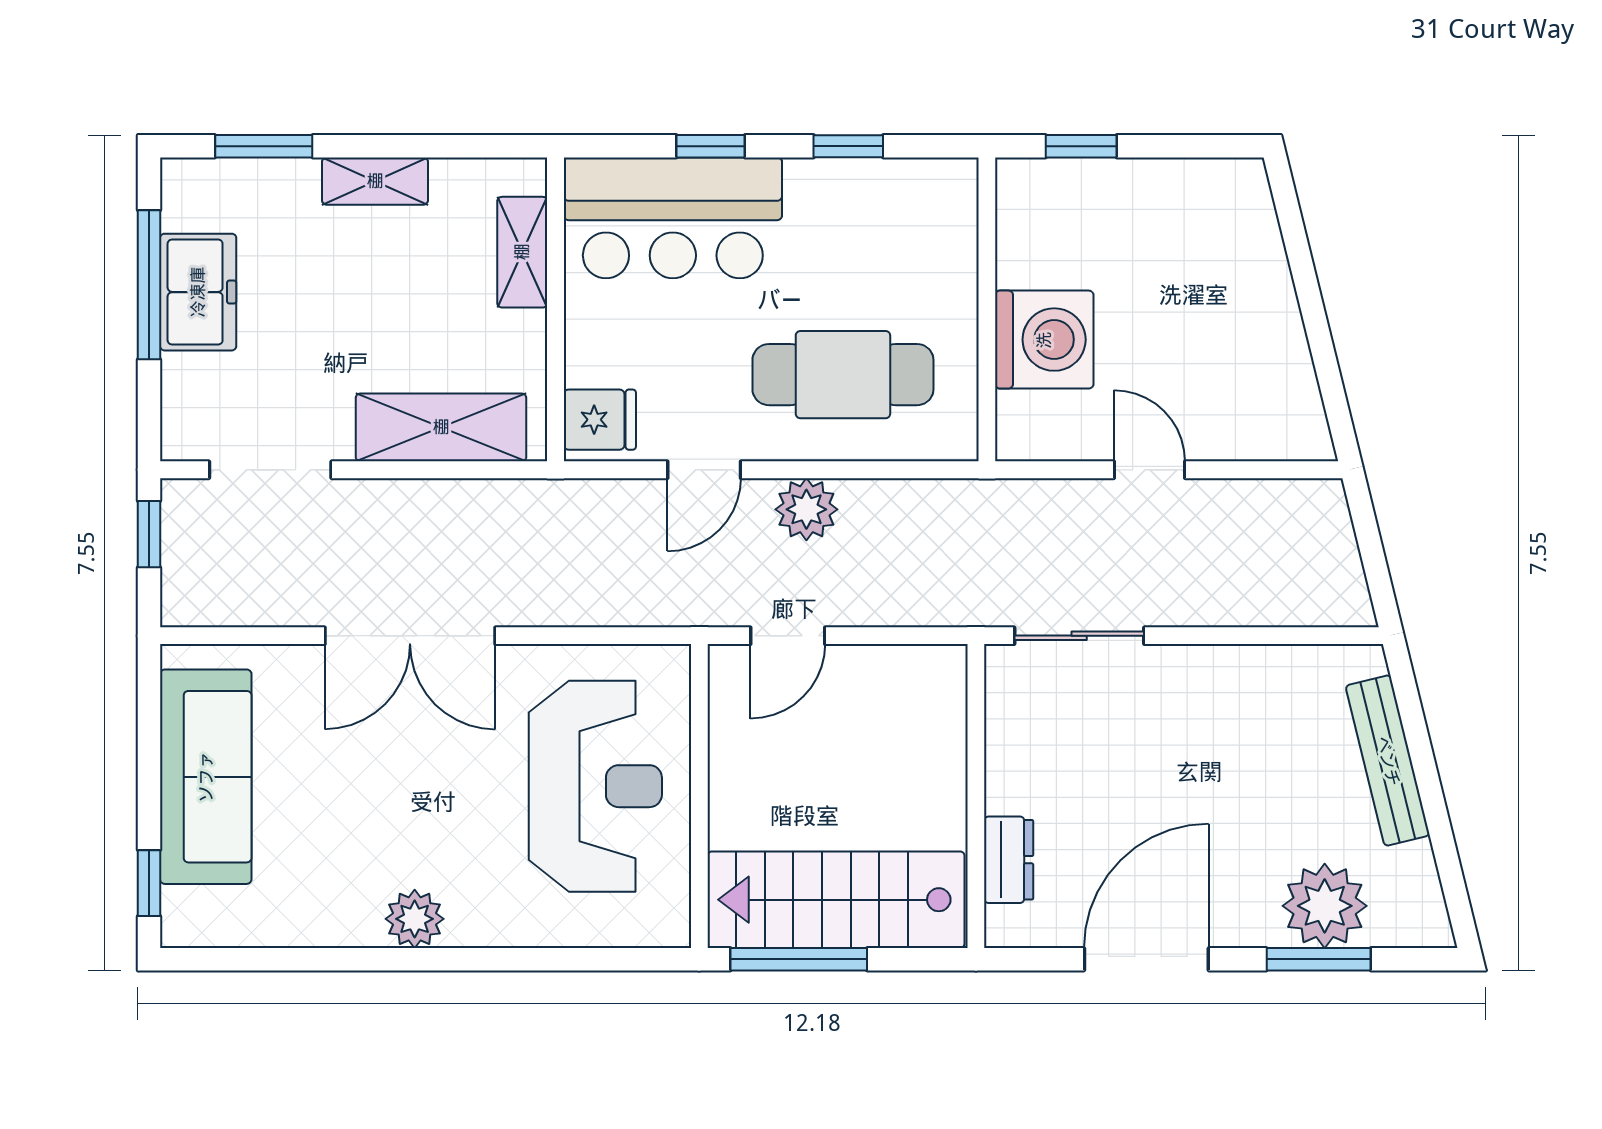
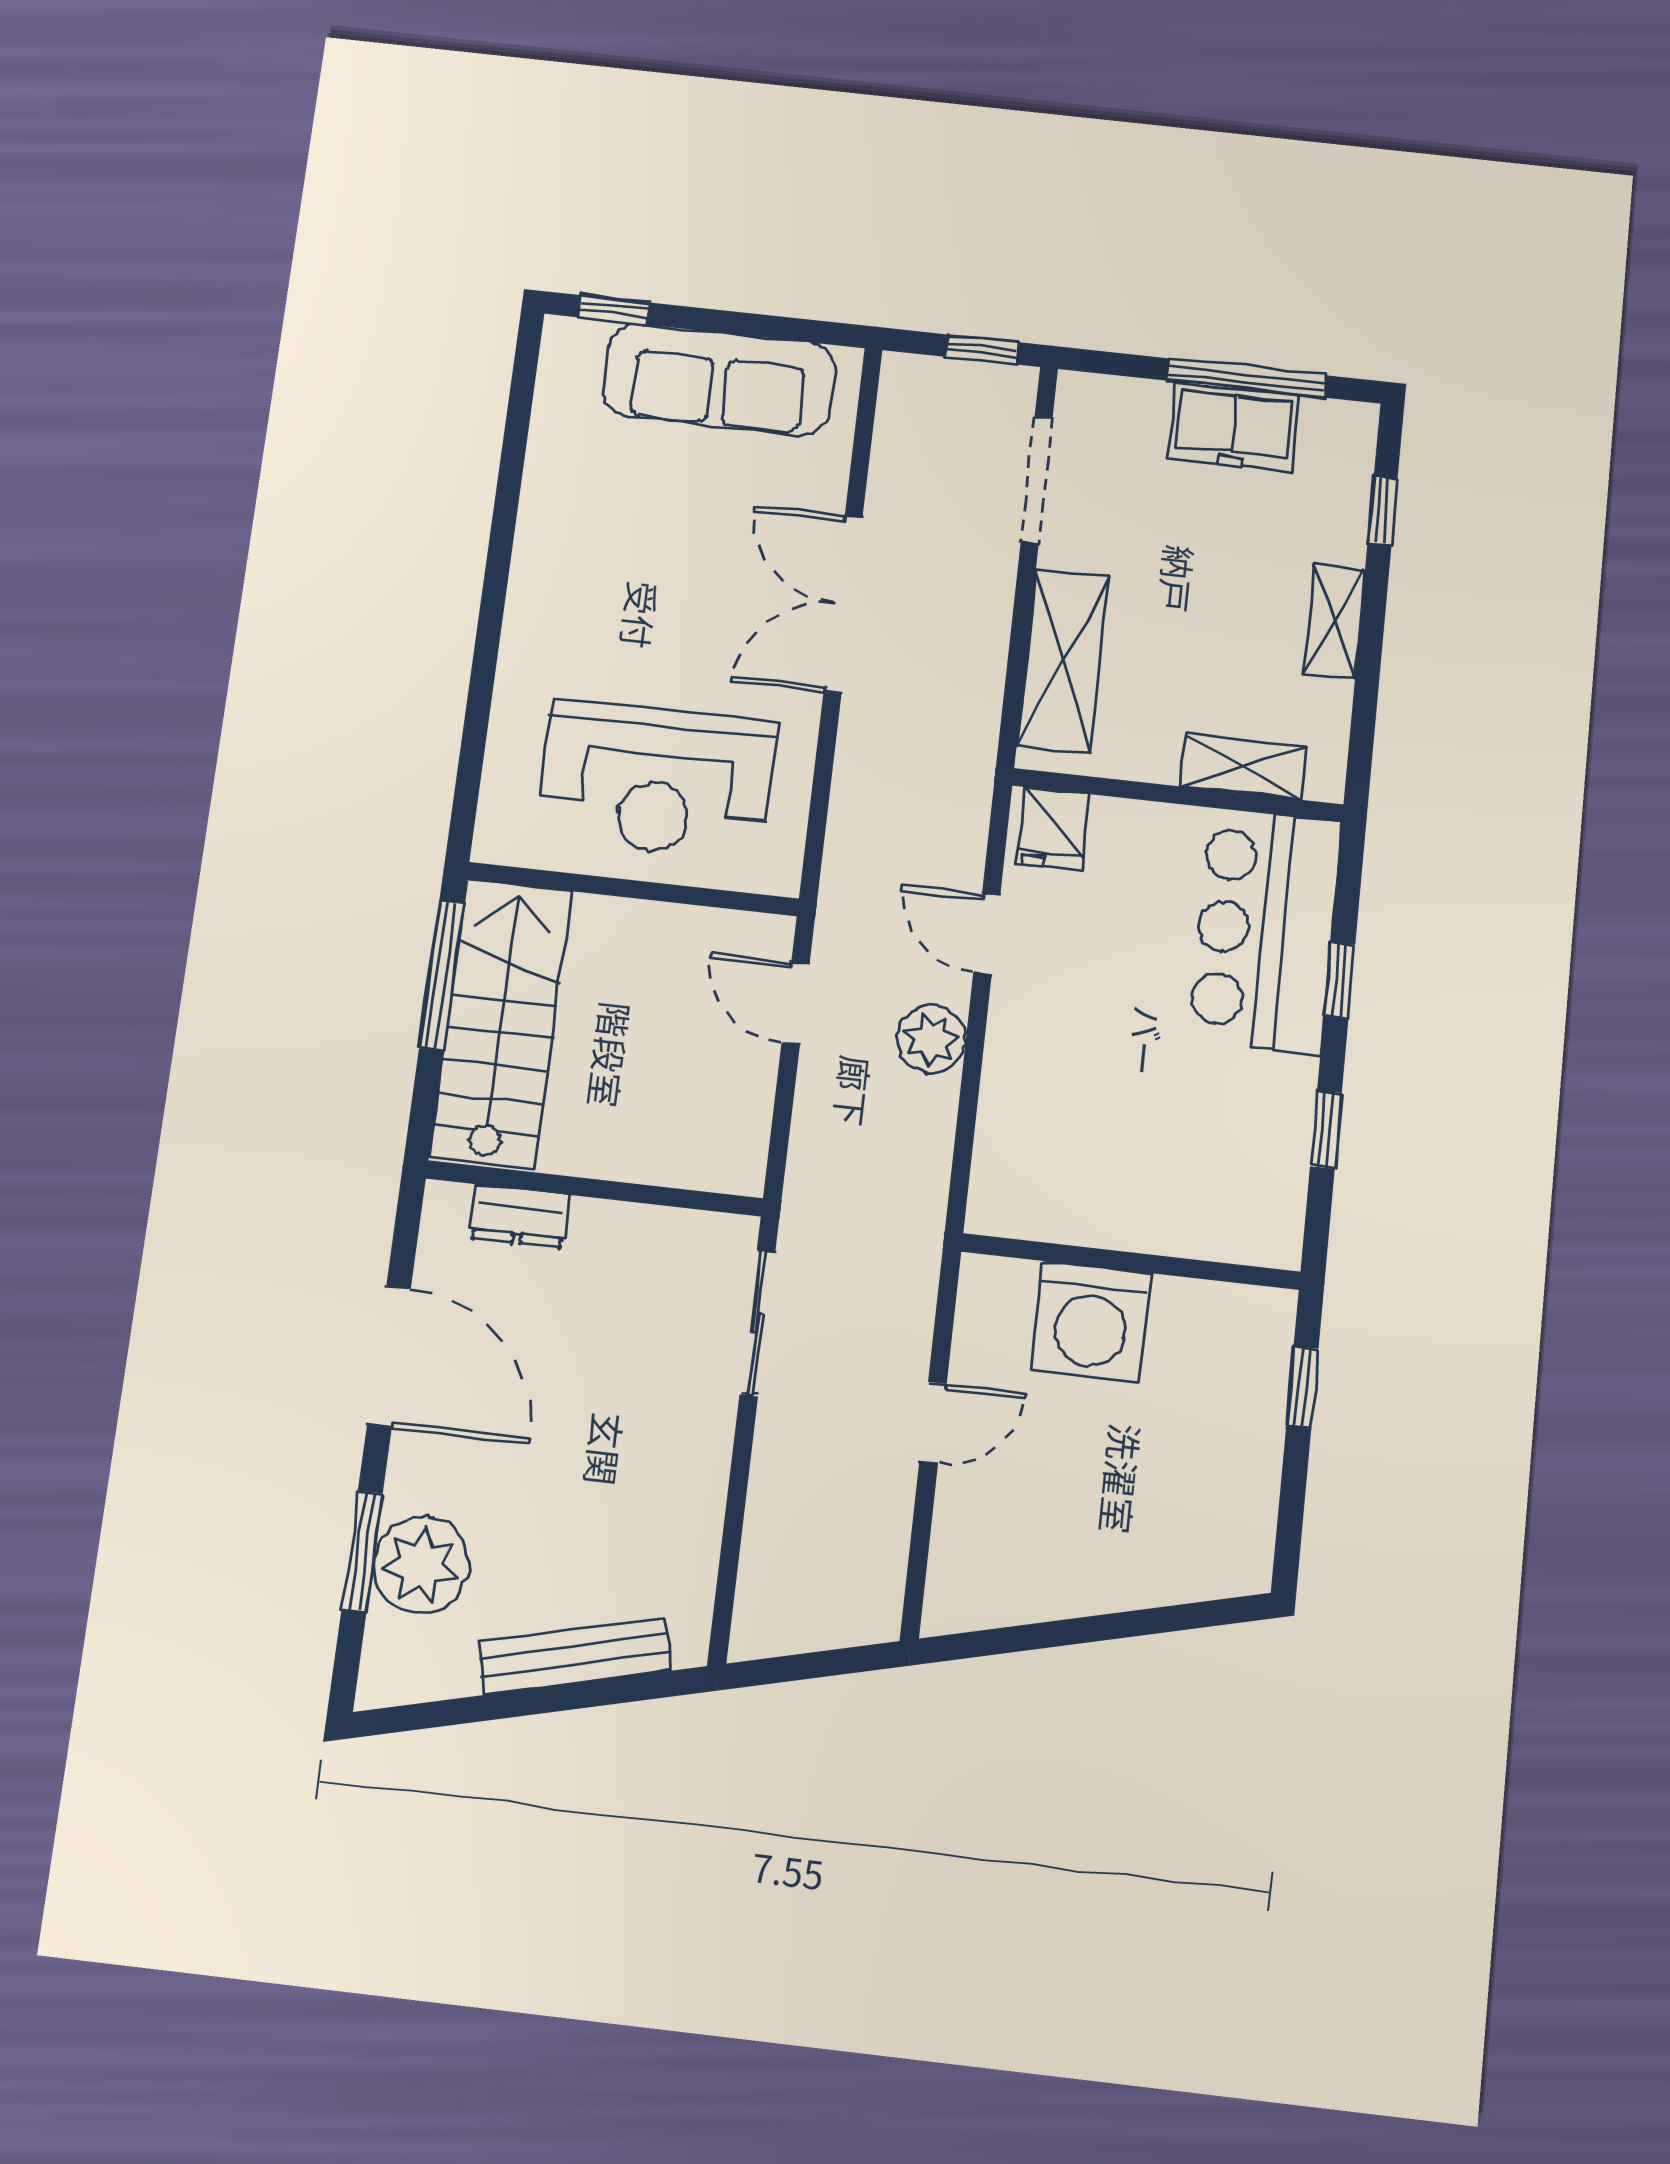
window: (264, 146) -> (1383, 511), width x0.67
cafe table: (843, 375) -> (1075, 1095), removed
plant: (415, 919) -> (540, 576), removed

